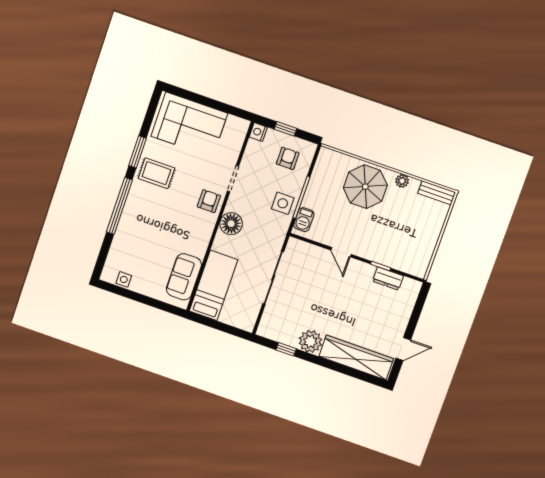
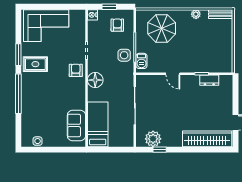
parasol: (365, 187) -> (162, 28), moved
plant: (310, 341) -> (153, 139), moved

